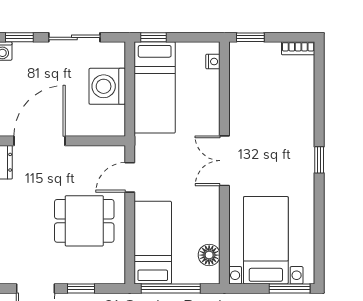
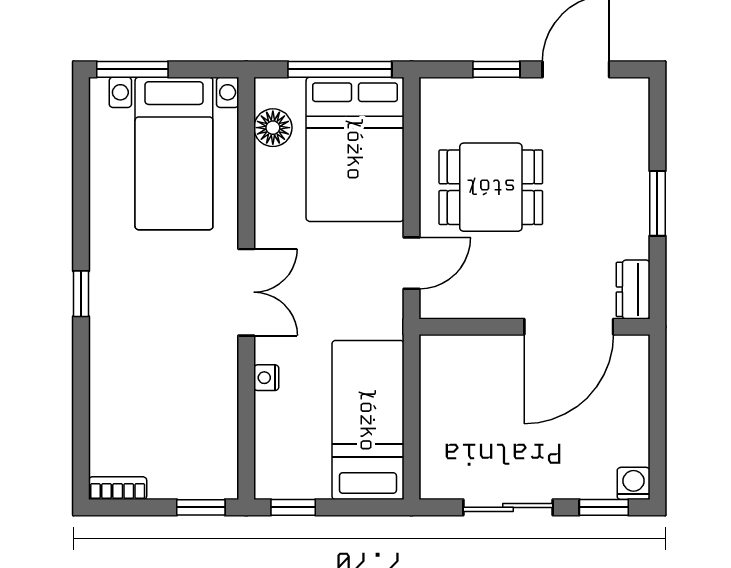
window: (153, 37) -> (293, 507), moved
nightstand: (213, 62) -> (266, 378), moved
washing machine: (107, 86) -> (451, 422), removed
bed: (153, 243) -> (355, 149), width x1.50

